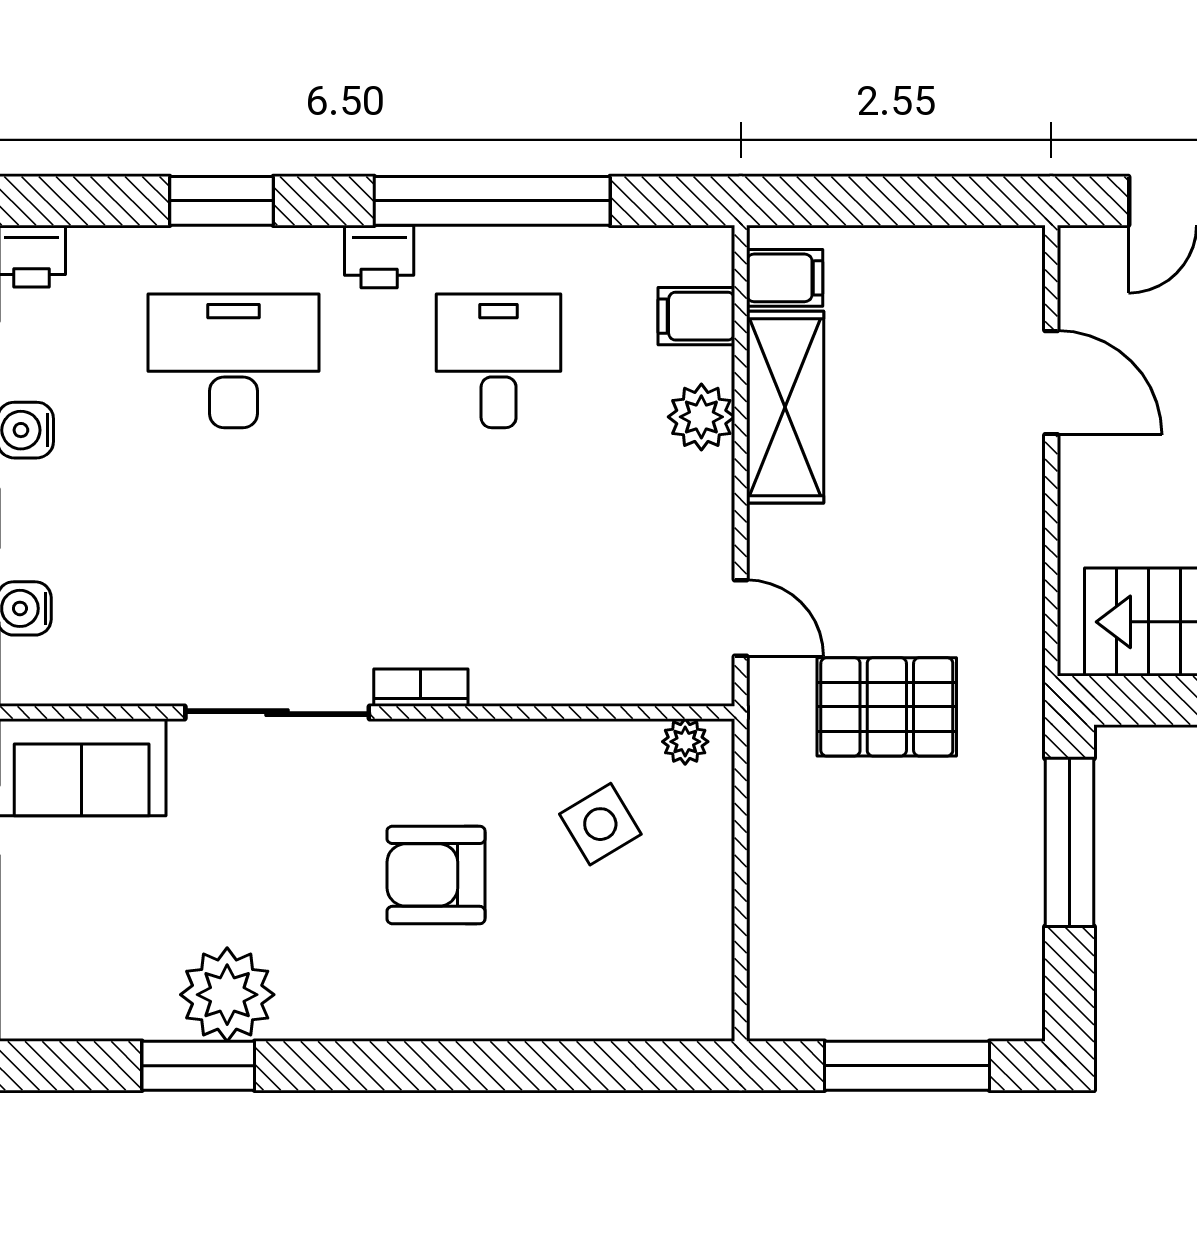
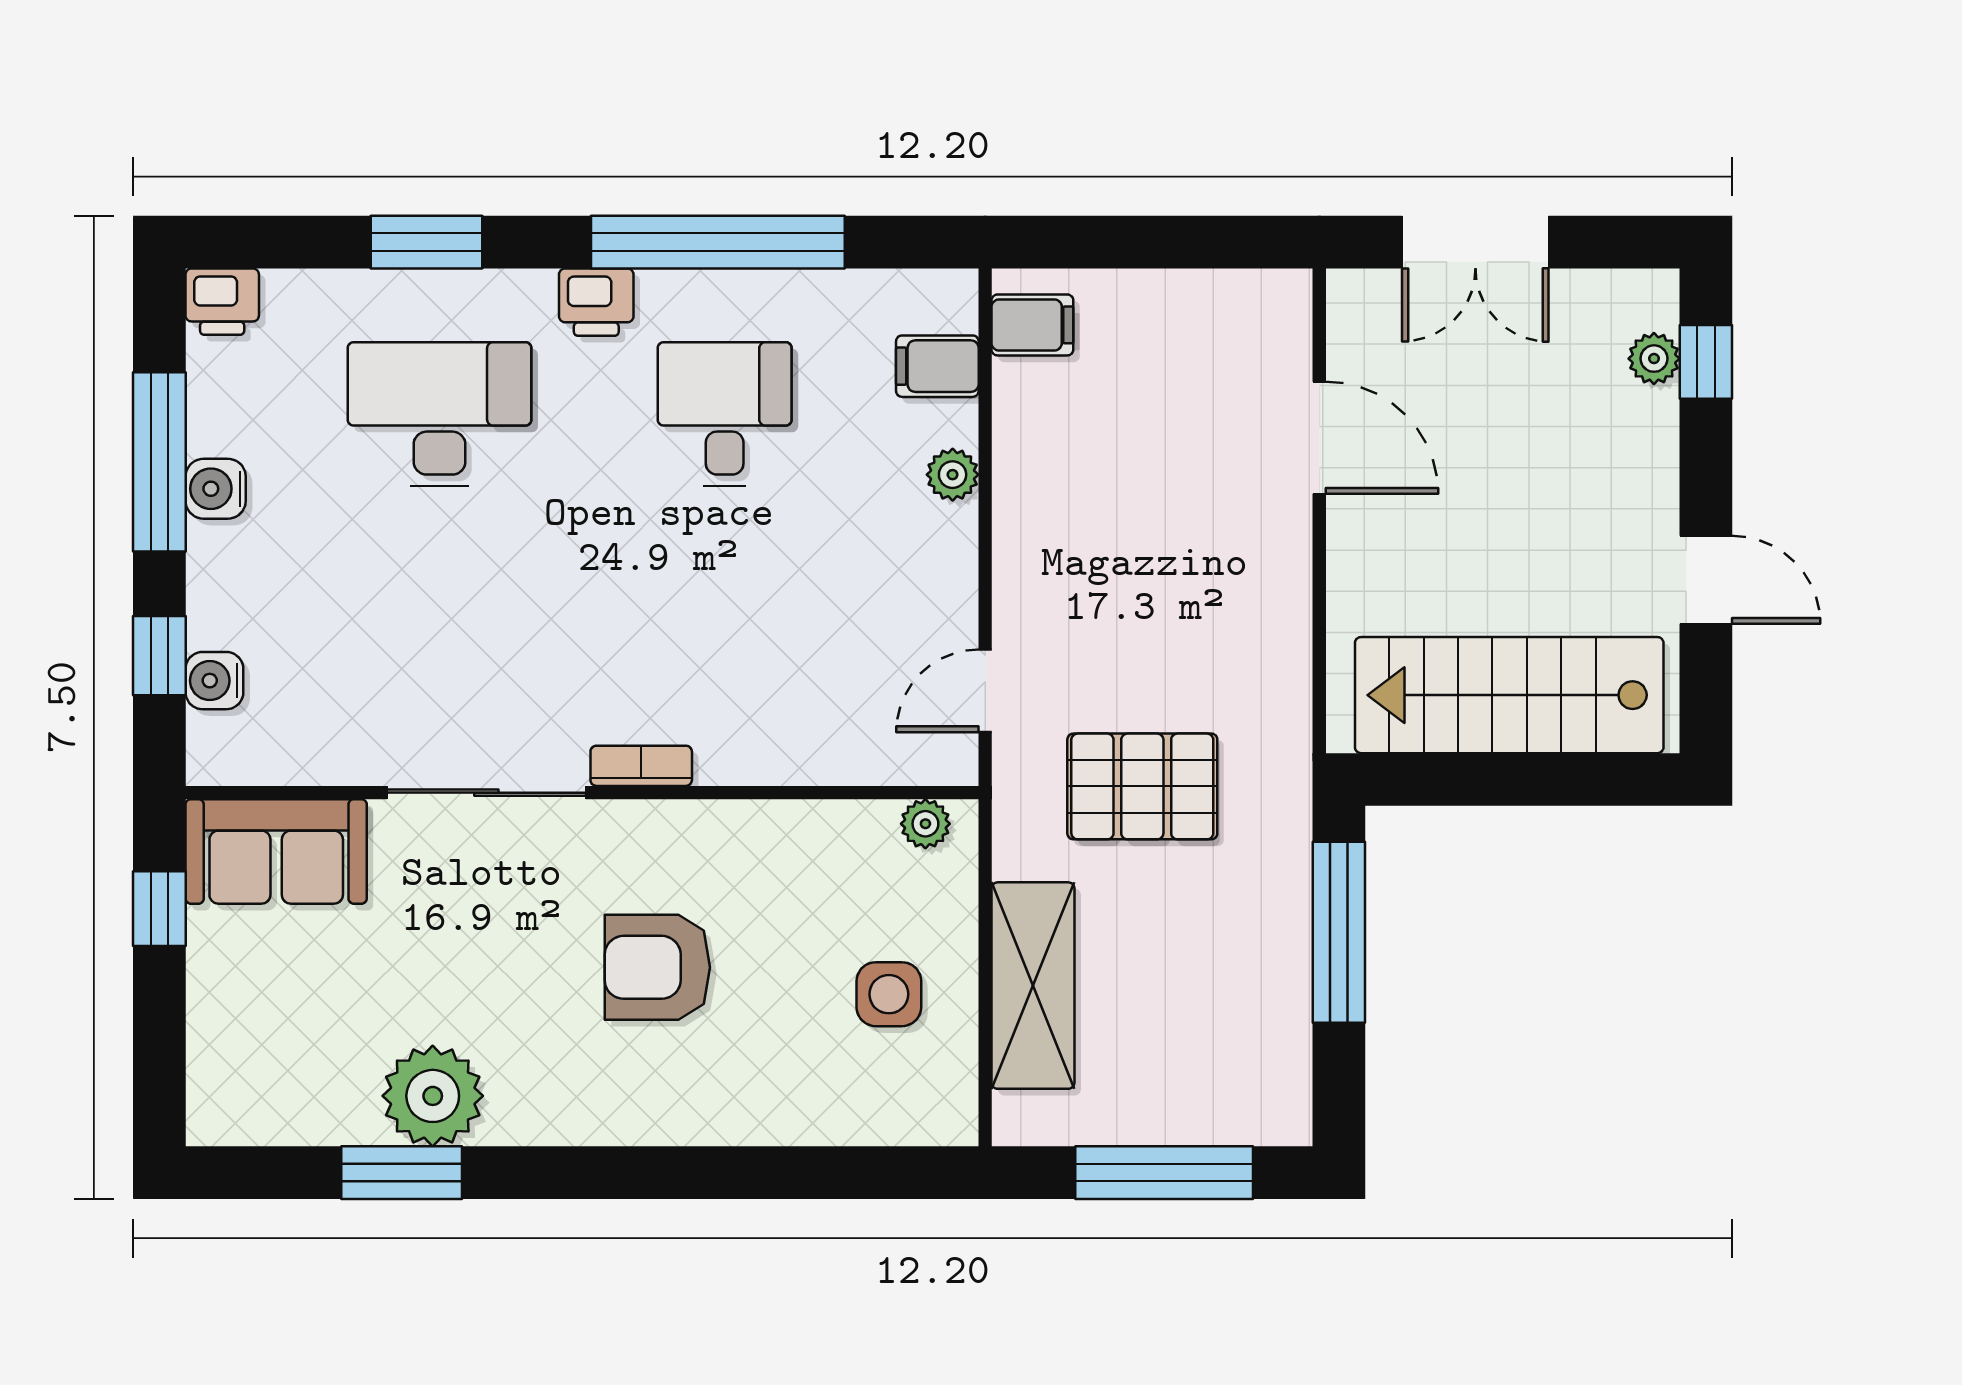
shelving: (785, 407) -> (1033, 986), moved
plant: (701, 417) -> (953, 475), width x0.73, depth x0.73
door: (741, 618) -> (985, 691), swing flipped
side table: (600, 824) -> (889, 994), moved, turned 31

